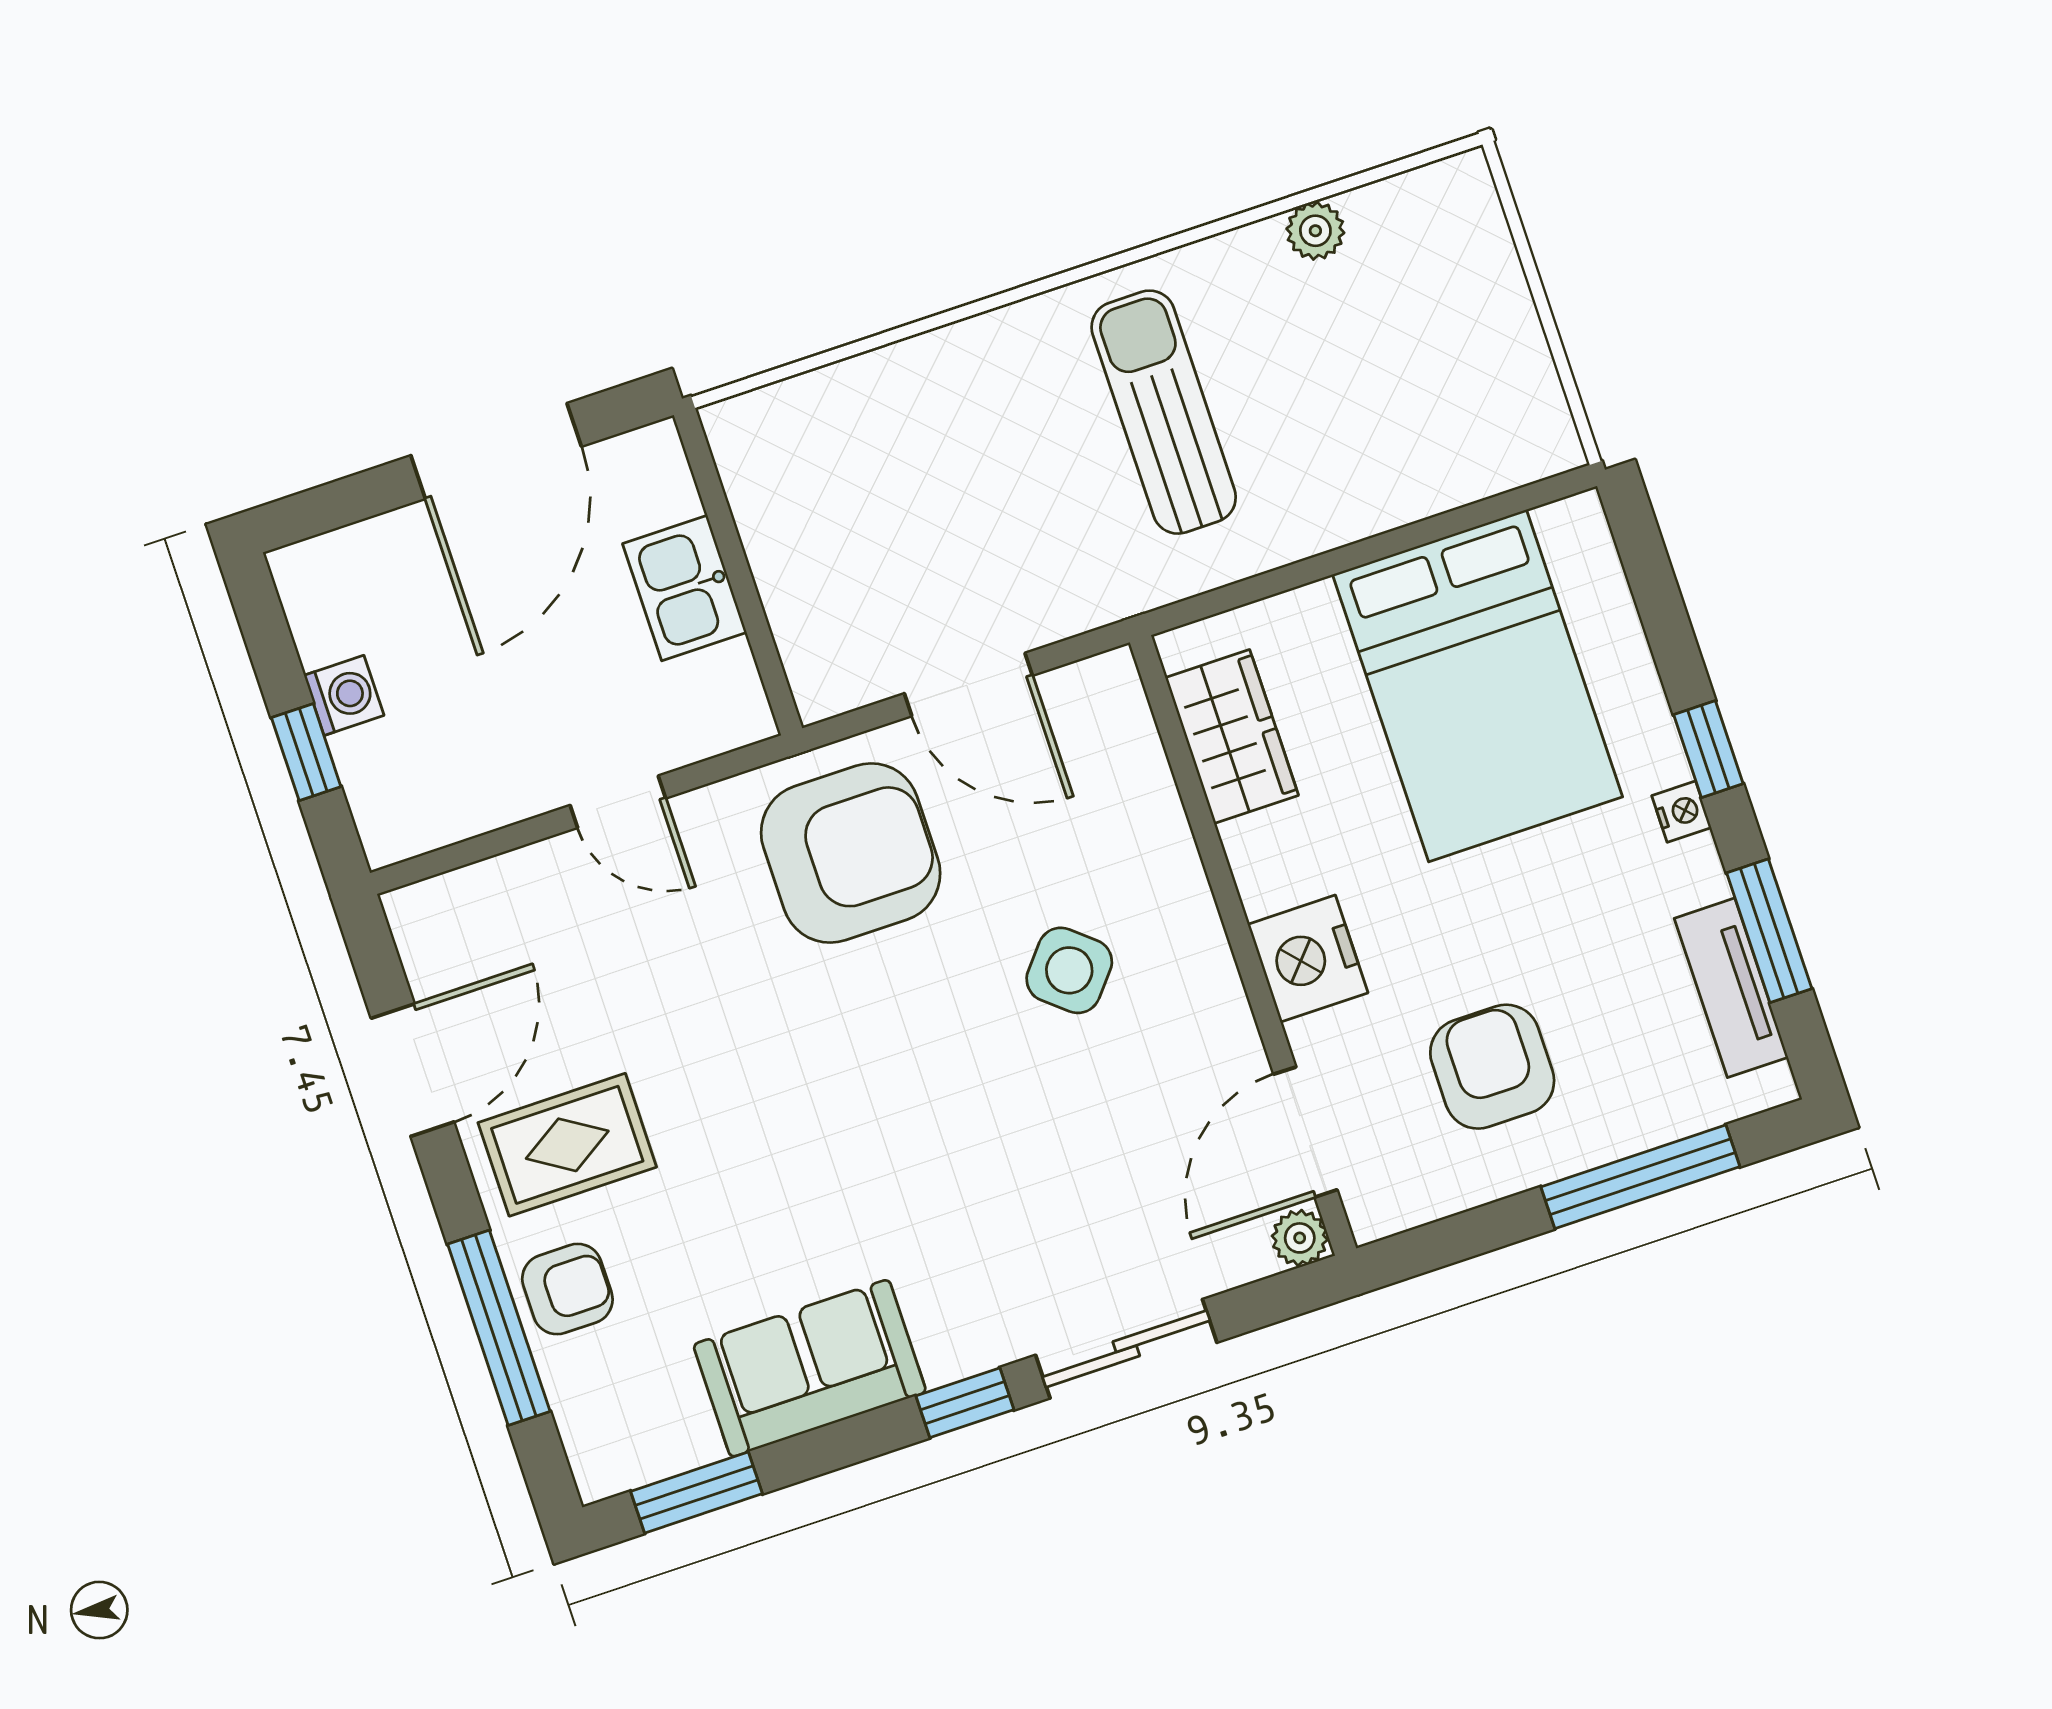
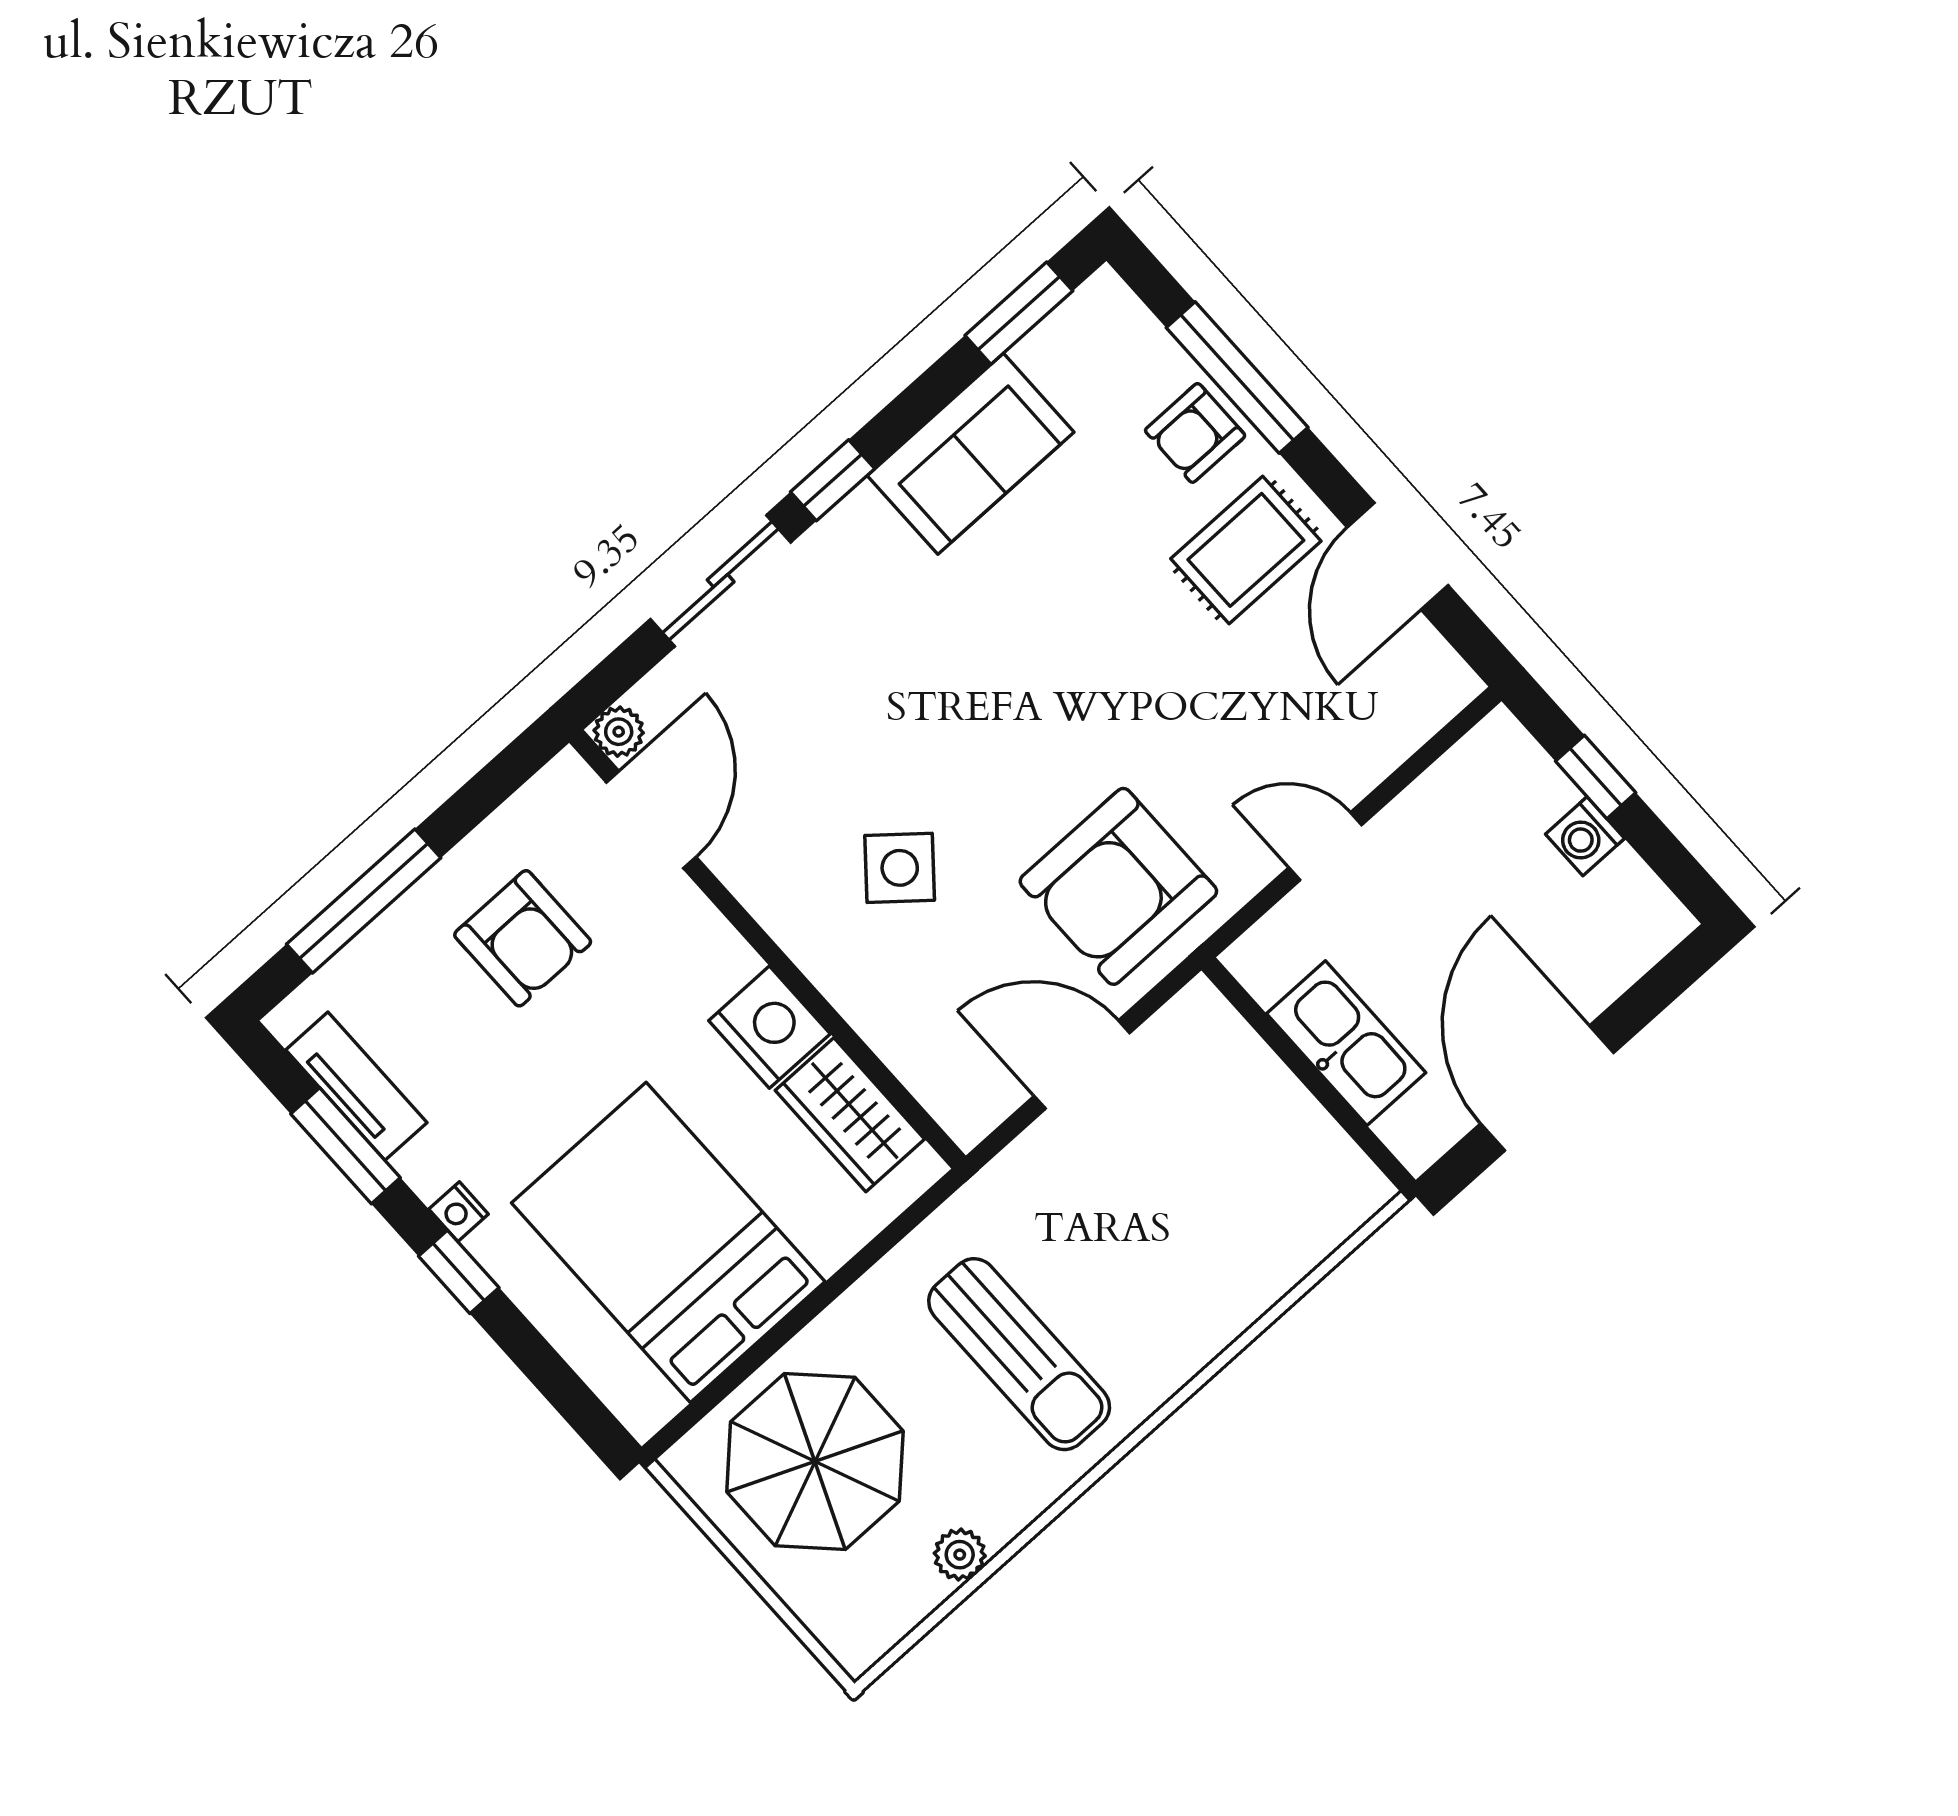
parasol: (1424, 392) -> (815, 1461), added
kitchen sink: (685, 588) -> (1346, 1043), width x1.38
nightstand: (1308, 959) -> (769, 1027), moved

